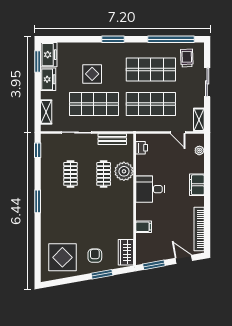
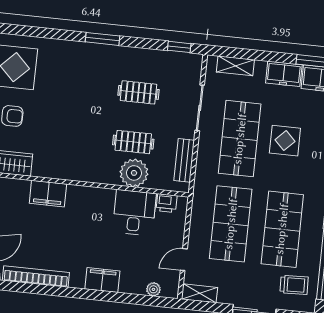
desk: (150, 189) -> (134, 213), moved
filing cabinet: (144, 227) -> (48, 194), width x2.00

